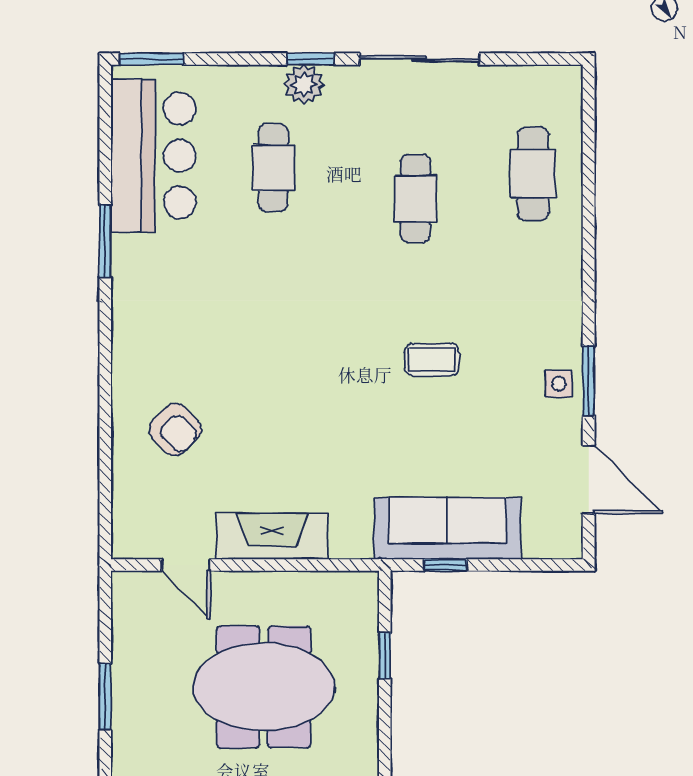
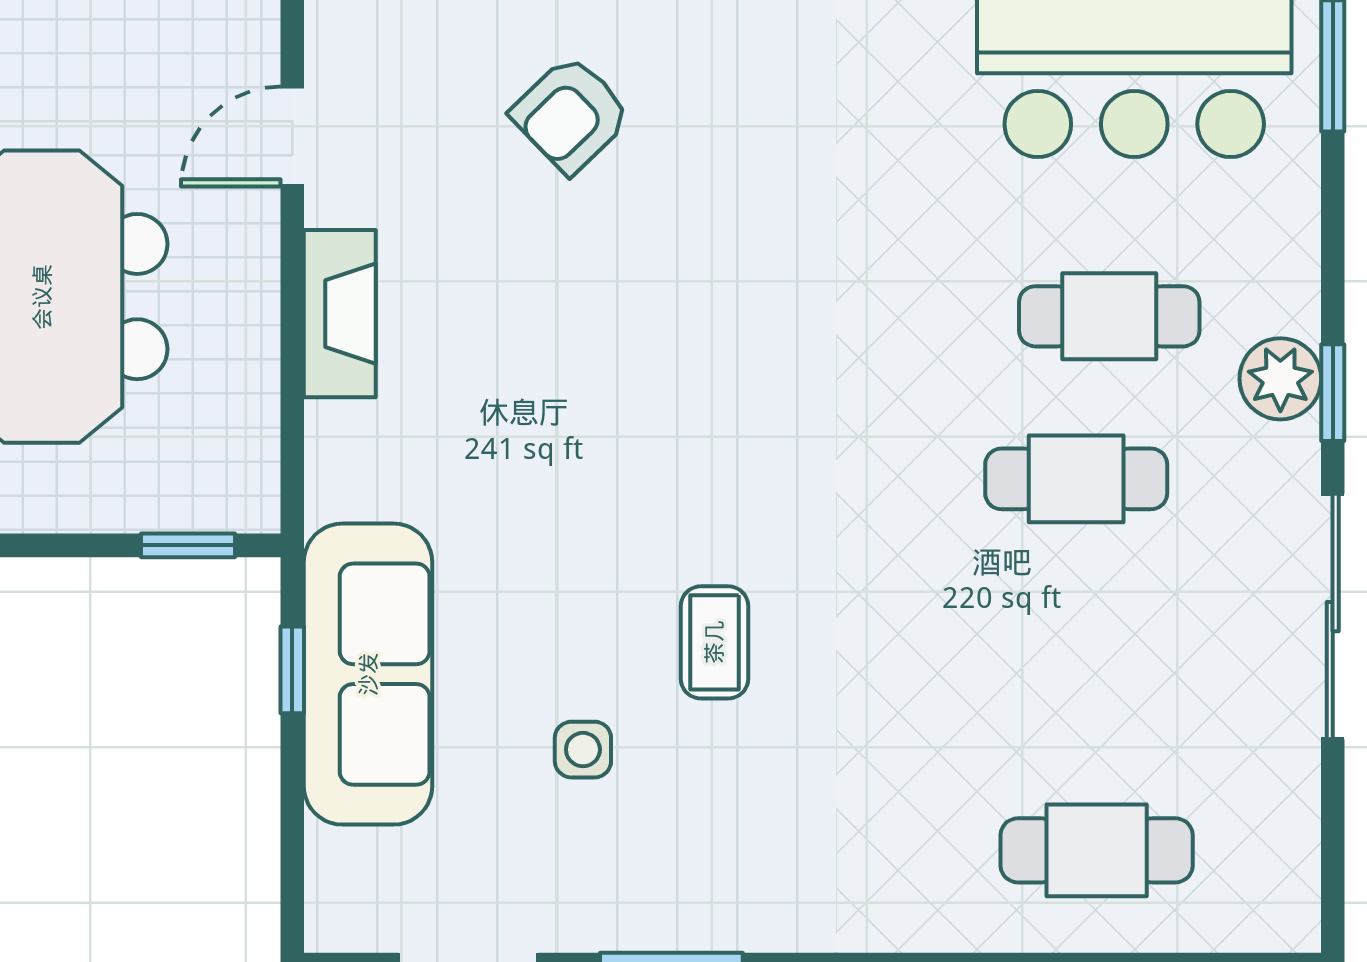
cafe table: (415, 199) -> (1076, 479), moved
side table: (559, 384) -> (583, 750), moved
fireplace: (272, 536) -> (340, 314), width x0.73, depth x0.76
window: (385, 655) -> (188, 545), moved

